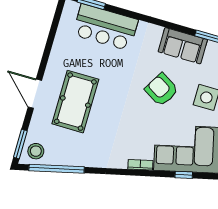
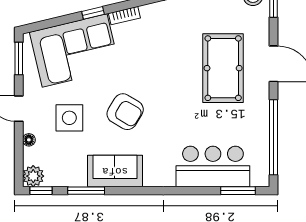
window: (51, 36) -> (274, 137), added
window: (184, 175) -> (93, 13), moved

